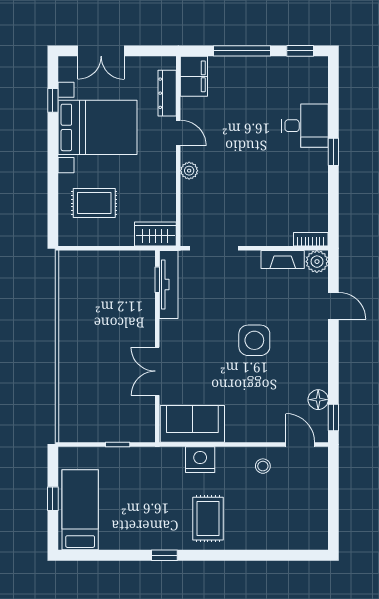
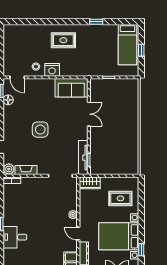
nightstand: (200, 460) -> (52, 70), moved
rug: (208, 519) -> (63, 40), turned 90
window: (164, 555) -> (96, 22), moved

